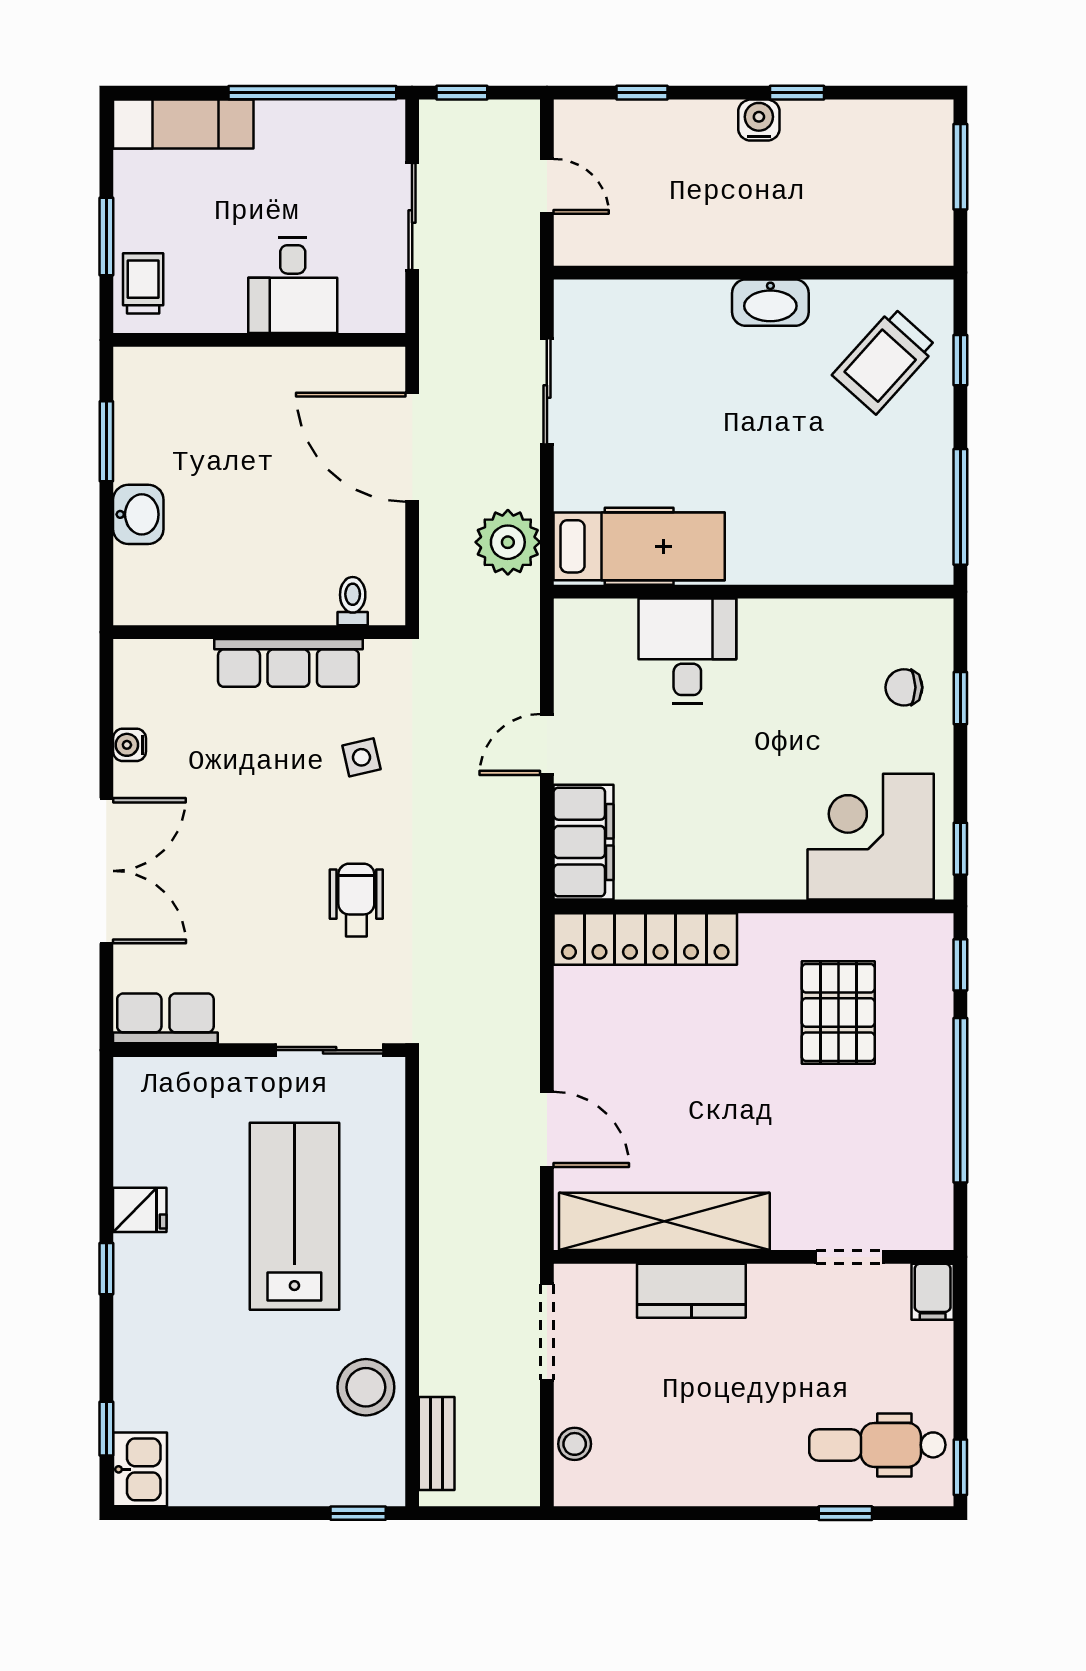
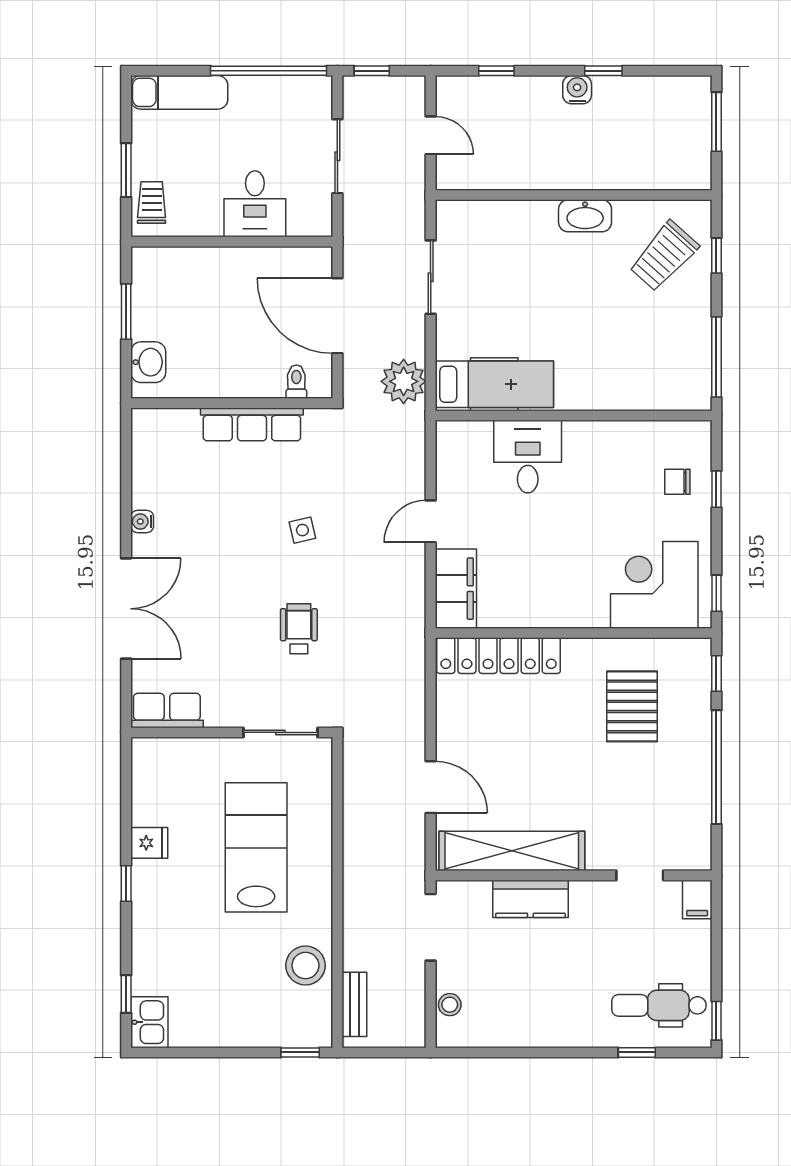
toilet: (353, 601) -> (296, 382), moved
wall: (259, 632) -> (232, 403), moved
row of seats: (288, 663) -> (252, 424), moved

